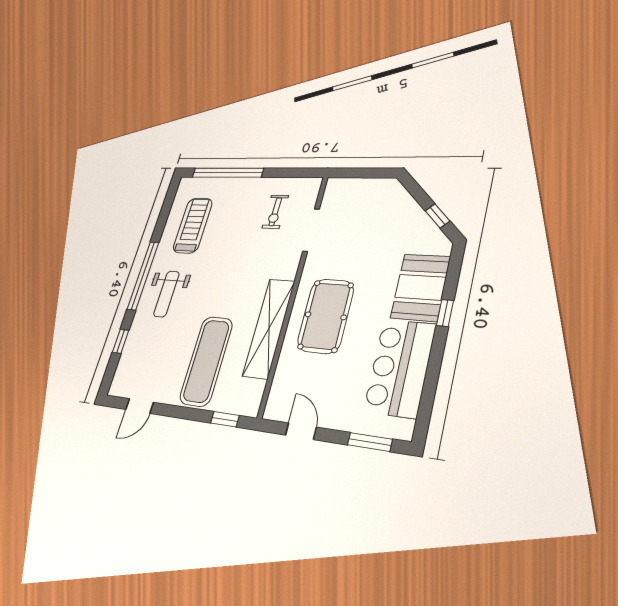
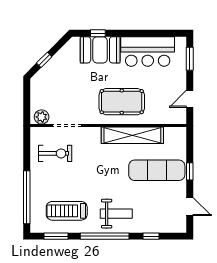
plant: (334, 194) -> (42, 117), added
window: (166, 210) -> (56, 236), added
exercise bike: (275, 212) -> (55, 153), width x1.38, depth x1.39
window: (437, 216) -> (44, 60), moved
window: (445, 313) -> (98, 33), moved
window: (225, 419) -> (190, 171), moved

